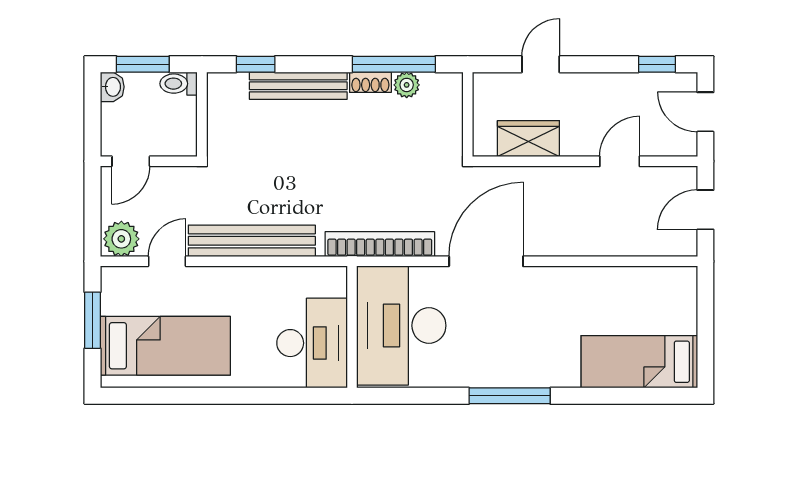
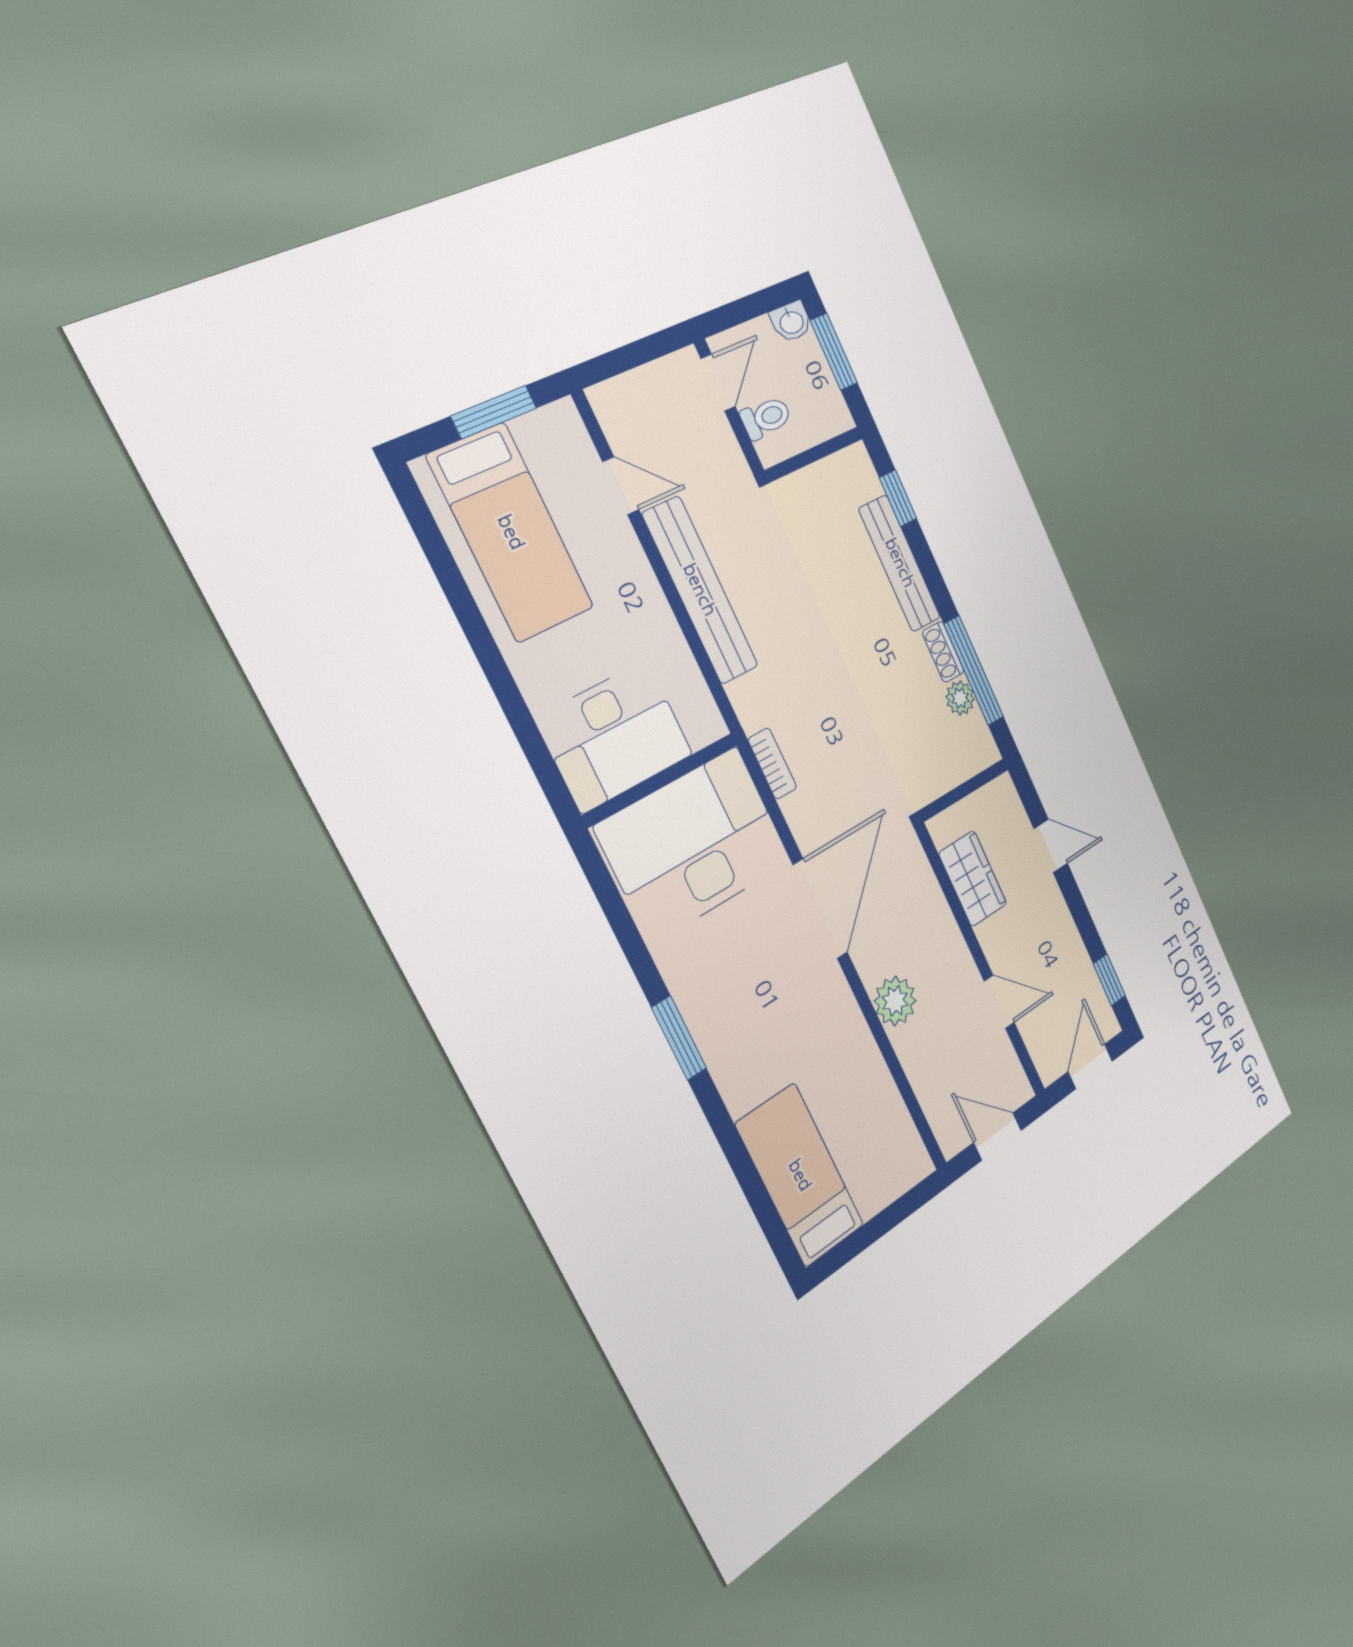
toilet: (179, 84) -> (766, 418), moved, turned 90
door: (131, 161) -> (718, 383), swing flipped
plant: (121, 239) -> (895, 1001), moved
bookcase: (380, 244) -> (772, 764), width x0.43, depth x0.76
door: (486, 261) -> (820, 909), hinge flipped
window: (510, 396) -> (679, 1038), width x0.69

